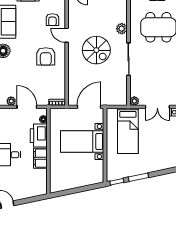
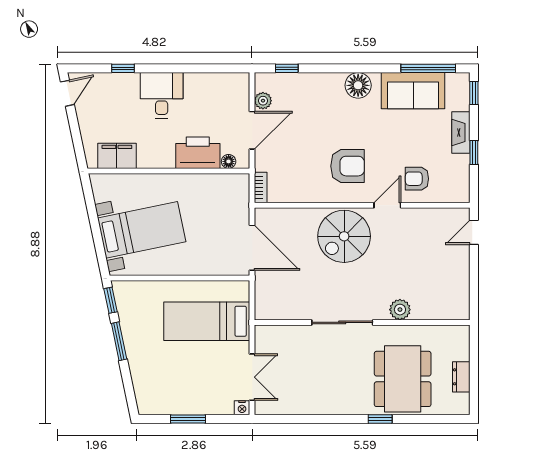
spiral stairs: (96, 50) -> (344, 236), moved
armchair: (46, 56) -> (347, 166), turned 180
plant: (134, 101) -> (263, 334), removed
double door: (157, 107) -> (252, 377), swing flipped
bed with nightstands: (82, 141) -> (142, 230), moved, turned 78
filing cabinet: (40, 158) -> (117, 156), moved

